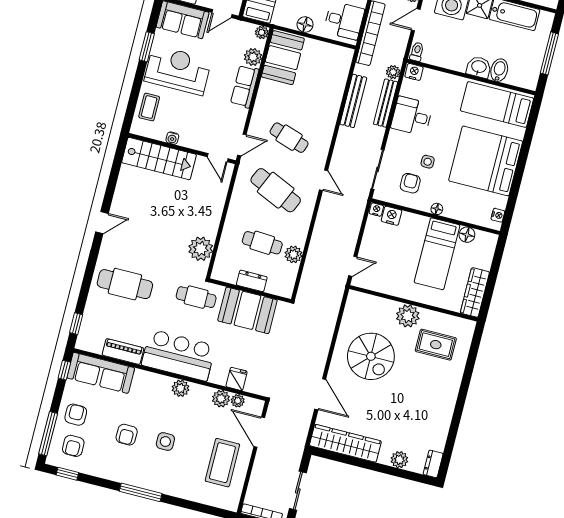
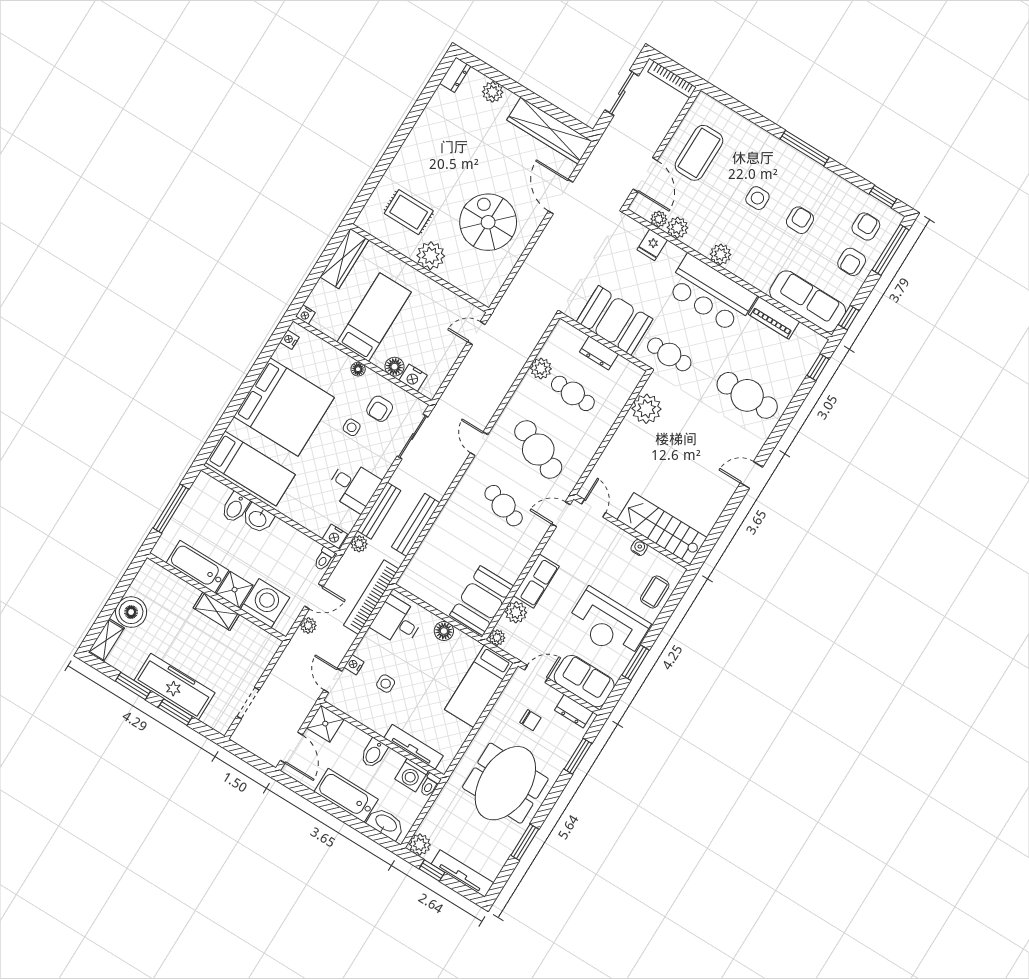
nightstand: (376, 210) -> (305, 315), moved
floor lamp: (467, 235) -> (394, 367), moved

